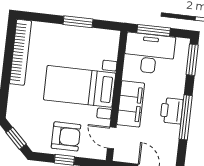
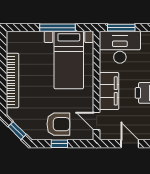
window: (78, 22) -> (58, 28), width x1.44
bookcase: (20, 52) -> (13, 80), moved
bed with nightstands: (80, 86) -> (69, 60), moved, turned -90

